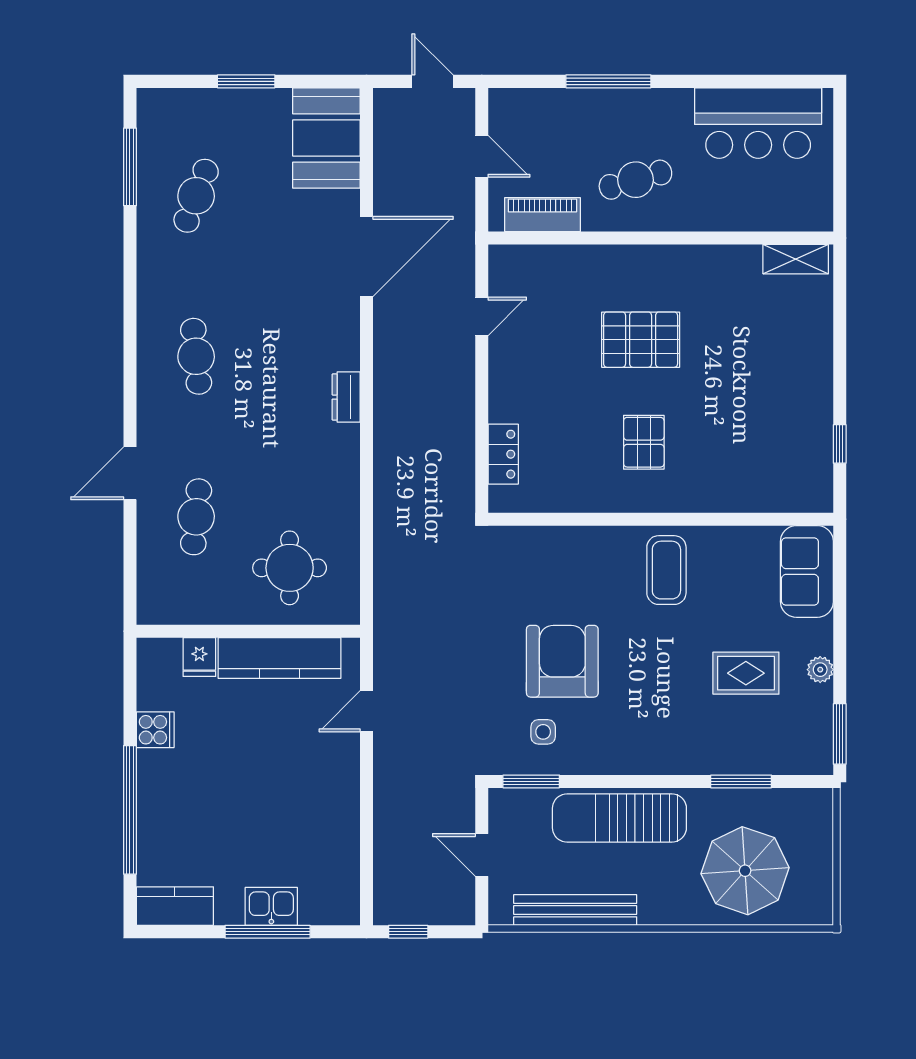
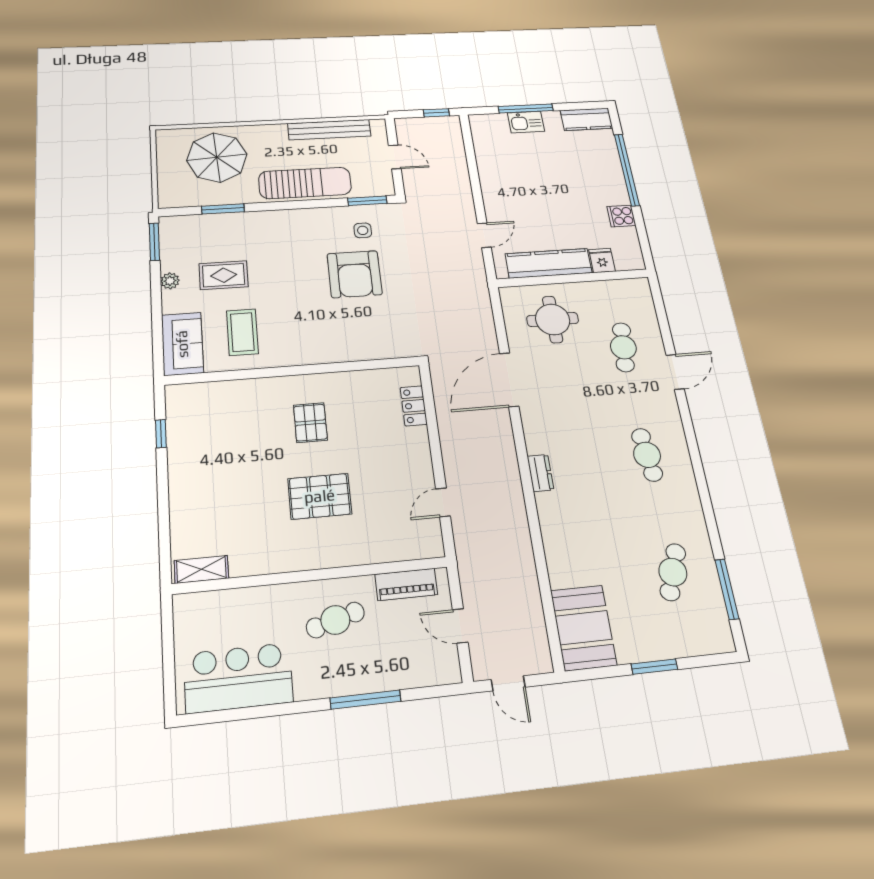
door: (367, 257) -> (509, 380), moved
dresser: (346, 397) -> (540, 473), moved
coffee table: (666, 570) -> (242, 332), moved

